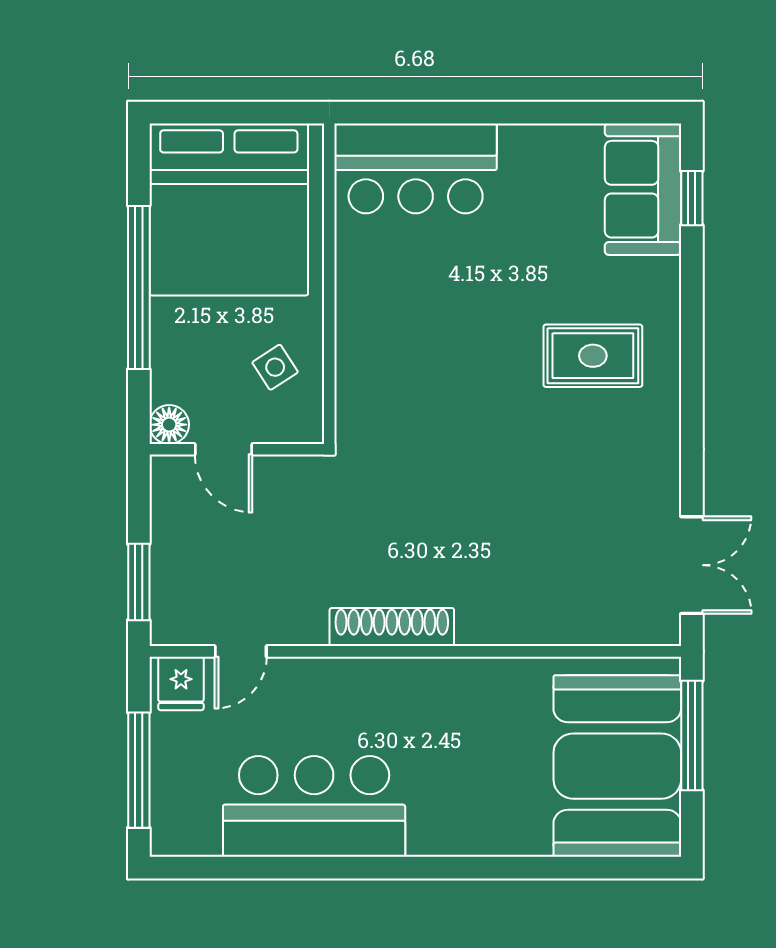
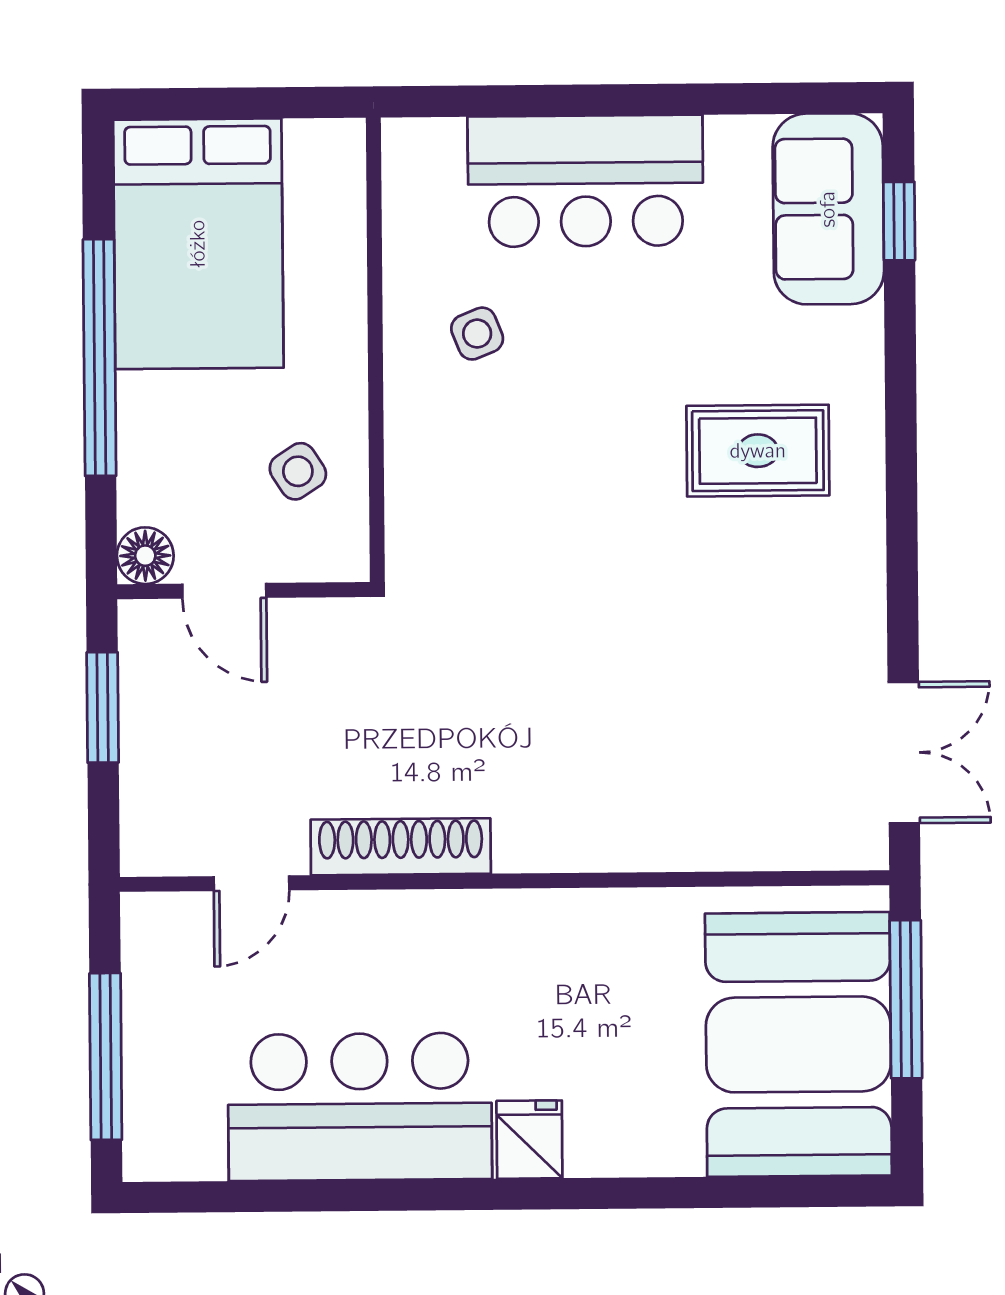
bar counter: (416, 168) -> (585, 181), moved
bed: (229, 209) -> (198, 244), width x0.73
side table: (400, 273) -> (477, 334), added
window: (139, 582) -> (103, 707), moved
shoe rack: (392, 627) -> (401, 847), moved
fridge: (181, 683) -> (529, 1140), moved, turned 180

